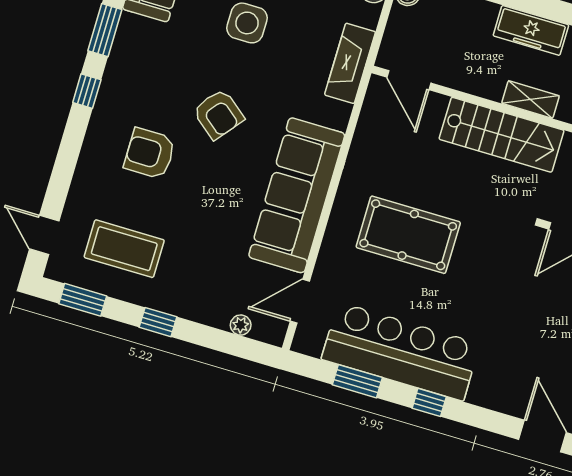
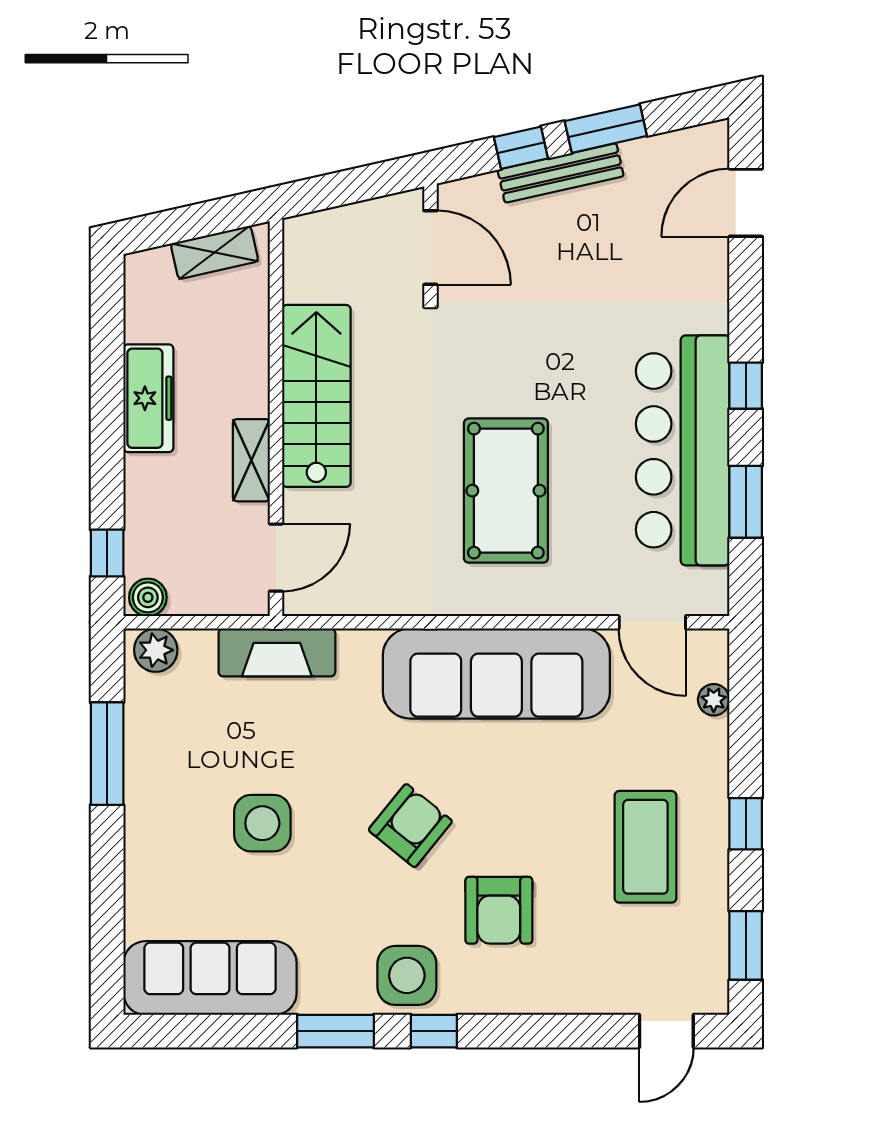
side table: (126, 85) -> (407, 975), added
shelving: (530, 100) -> (251, 460), moved
coffee table: (124, 249) -> (645, 847), moved

